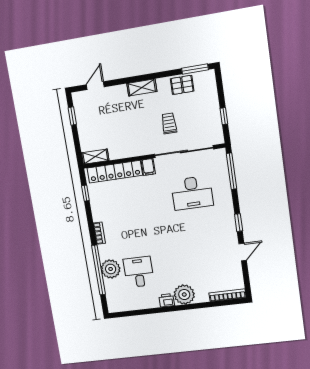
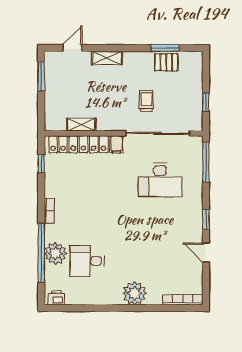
window: (195, 69) -> (165, 48), moved
shelving: (142, 87) -> (107, 58), moved
window: (72, 116) -> (41, 76), width x1.50
shelving: (95, 157) -> (81, 125), moved
door: (243, 252) -> (206, 253), swing flipped
desk: (139, 272) -> (87, 261), turned -90
printer: (167, 300) -> (56, 298), moved

